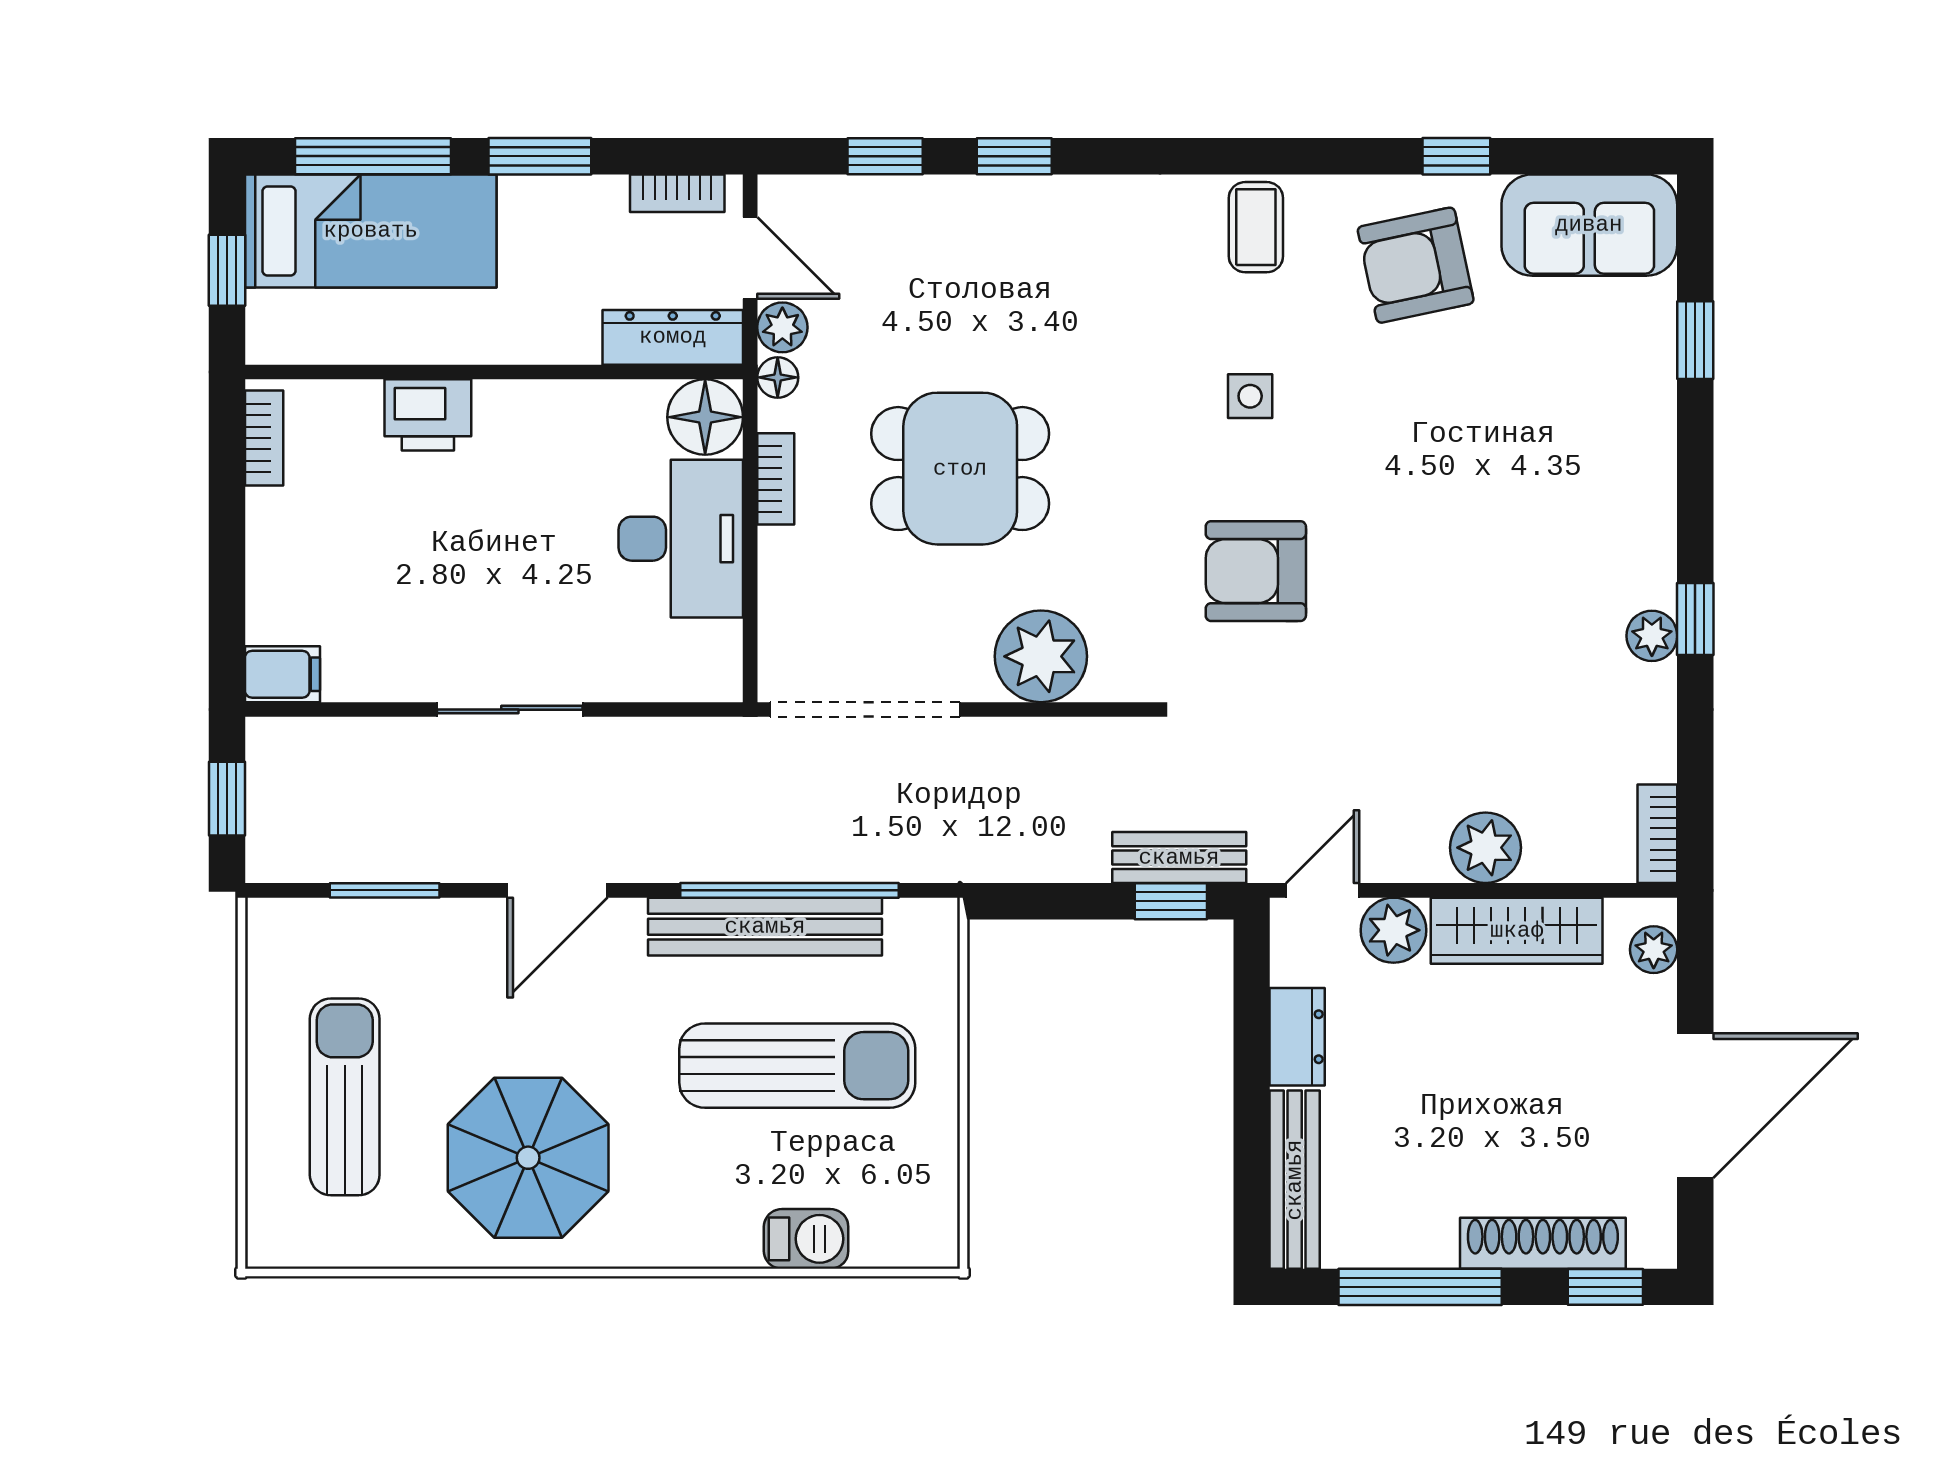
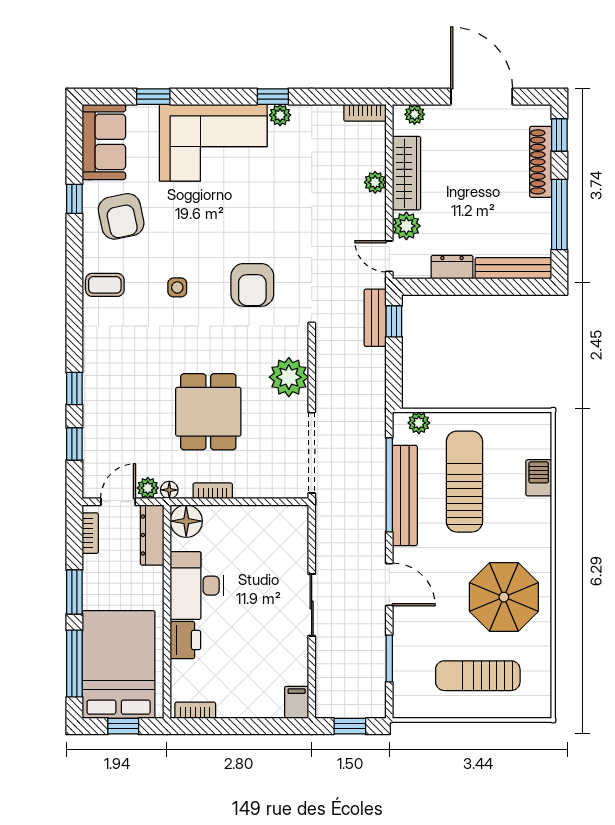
bed: (371, 231) -> (119, 665), width x1.50
corner sofa: (1588, 480) -> (213, 143), added
desk: (681, 539) -> (197, 586), moved, turned -90
plant: (1485, 848) -> (375, 182), width x0.73, depth x0.73
plant: (934, 959) -> (419, 423), added

